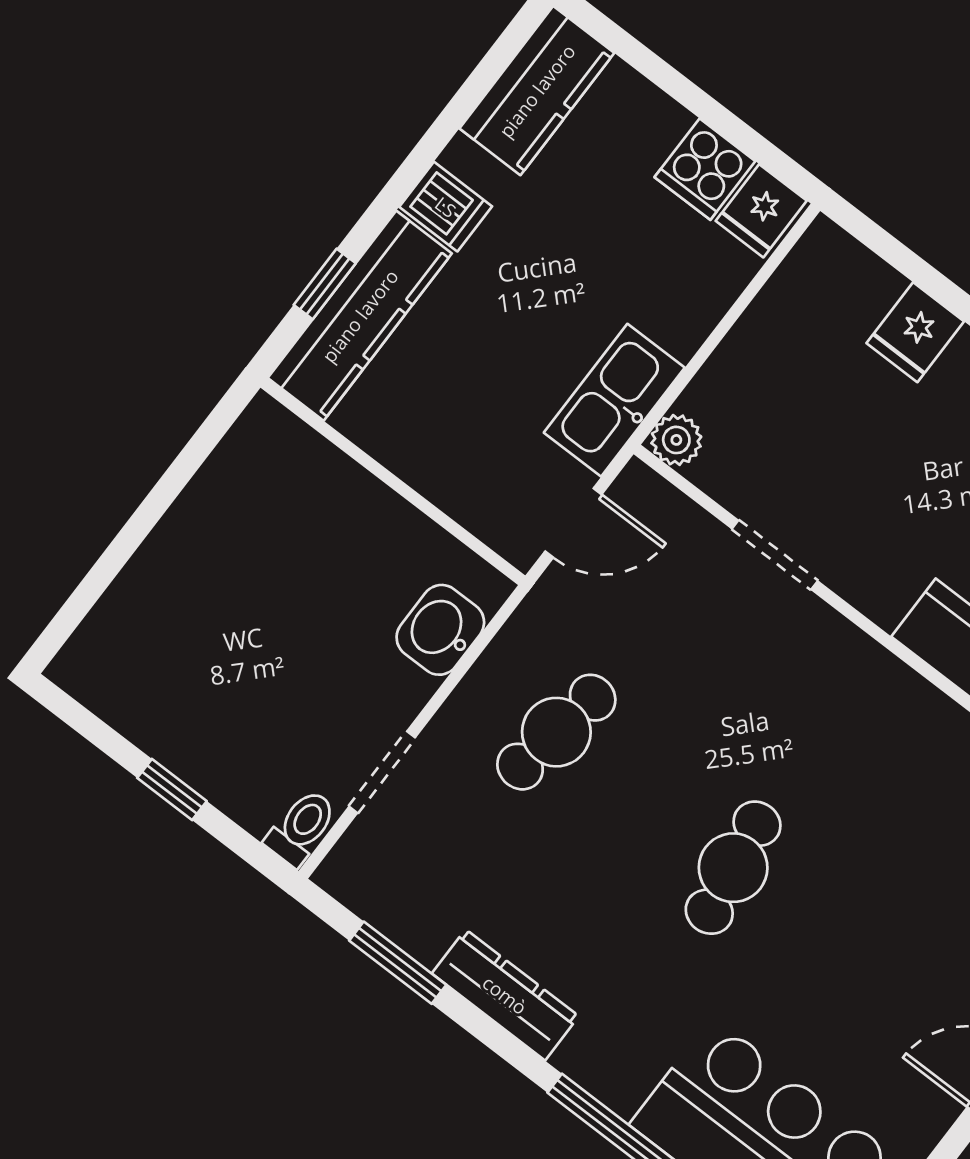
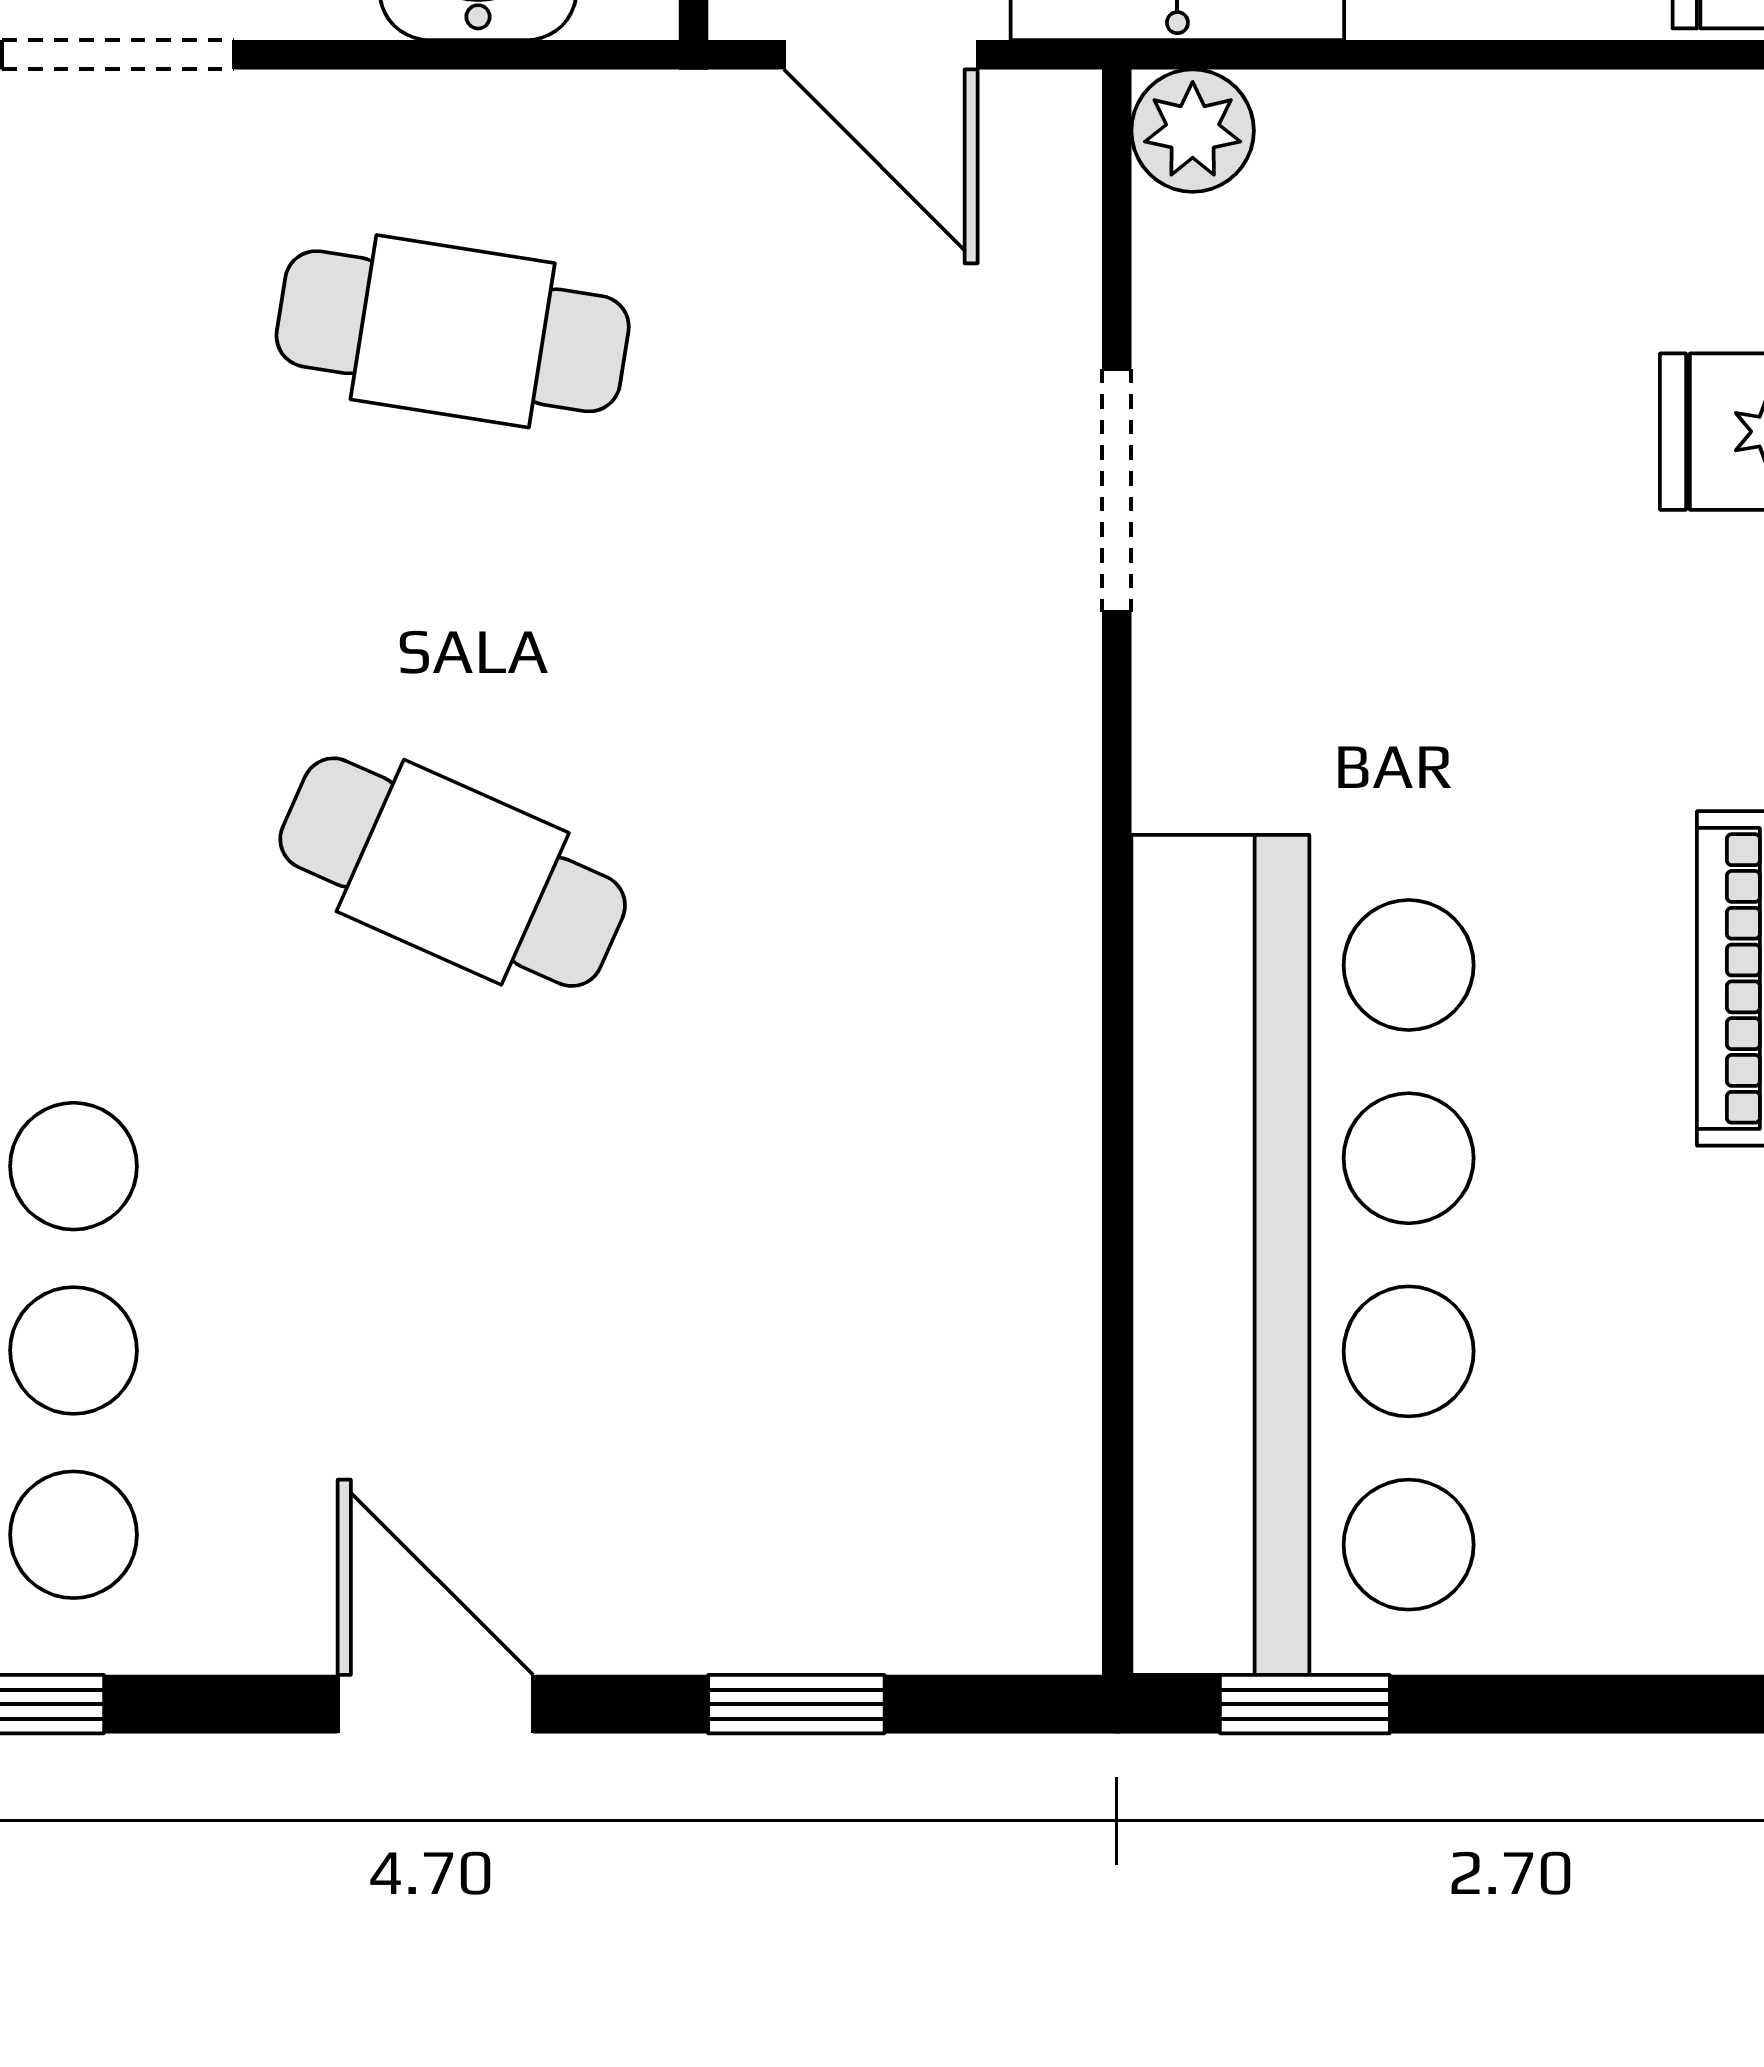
cafe table: (733, 868) -> (453, 872), turned 33

